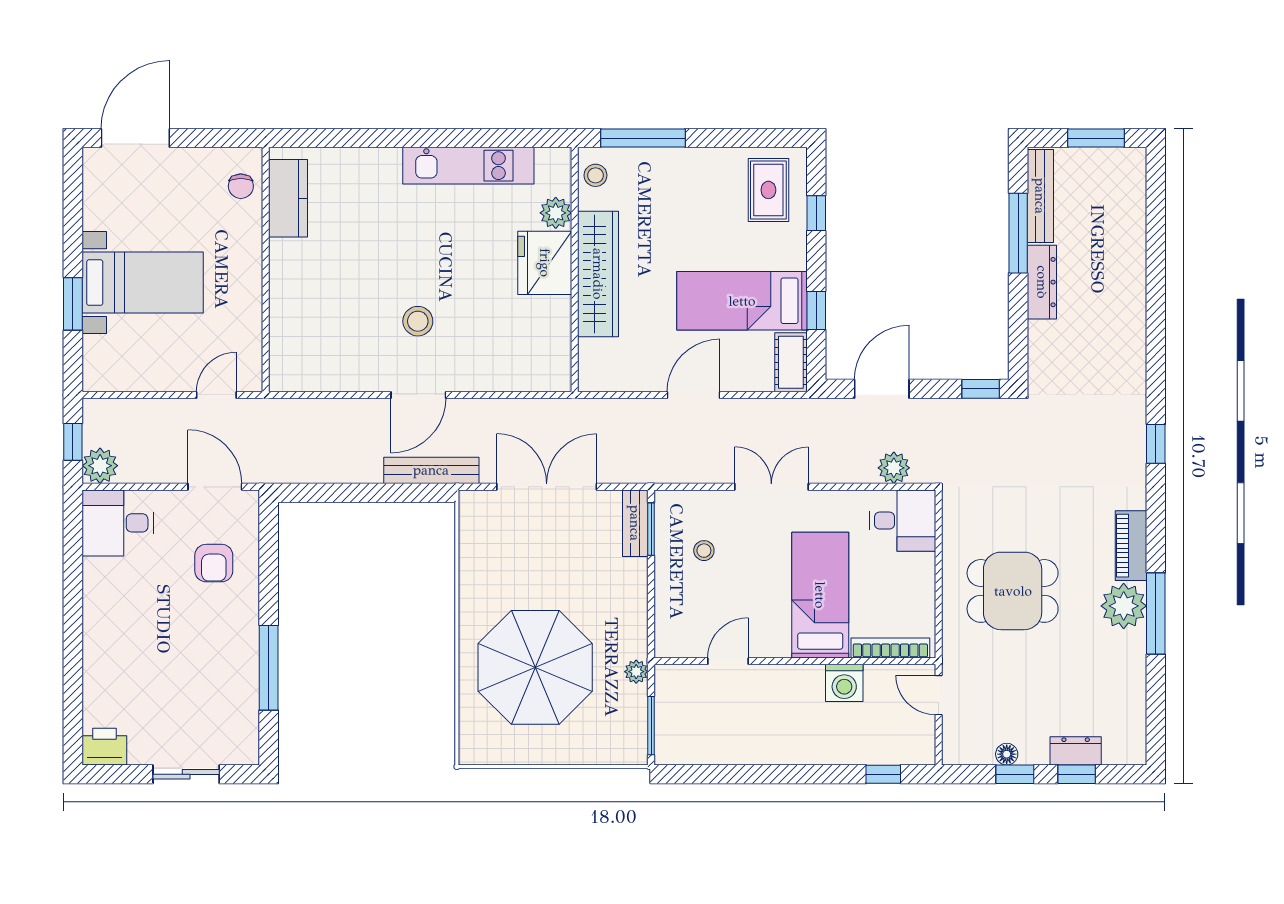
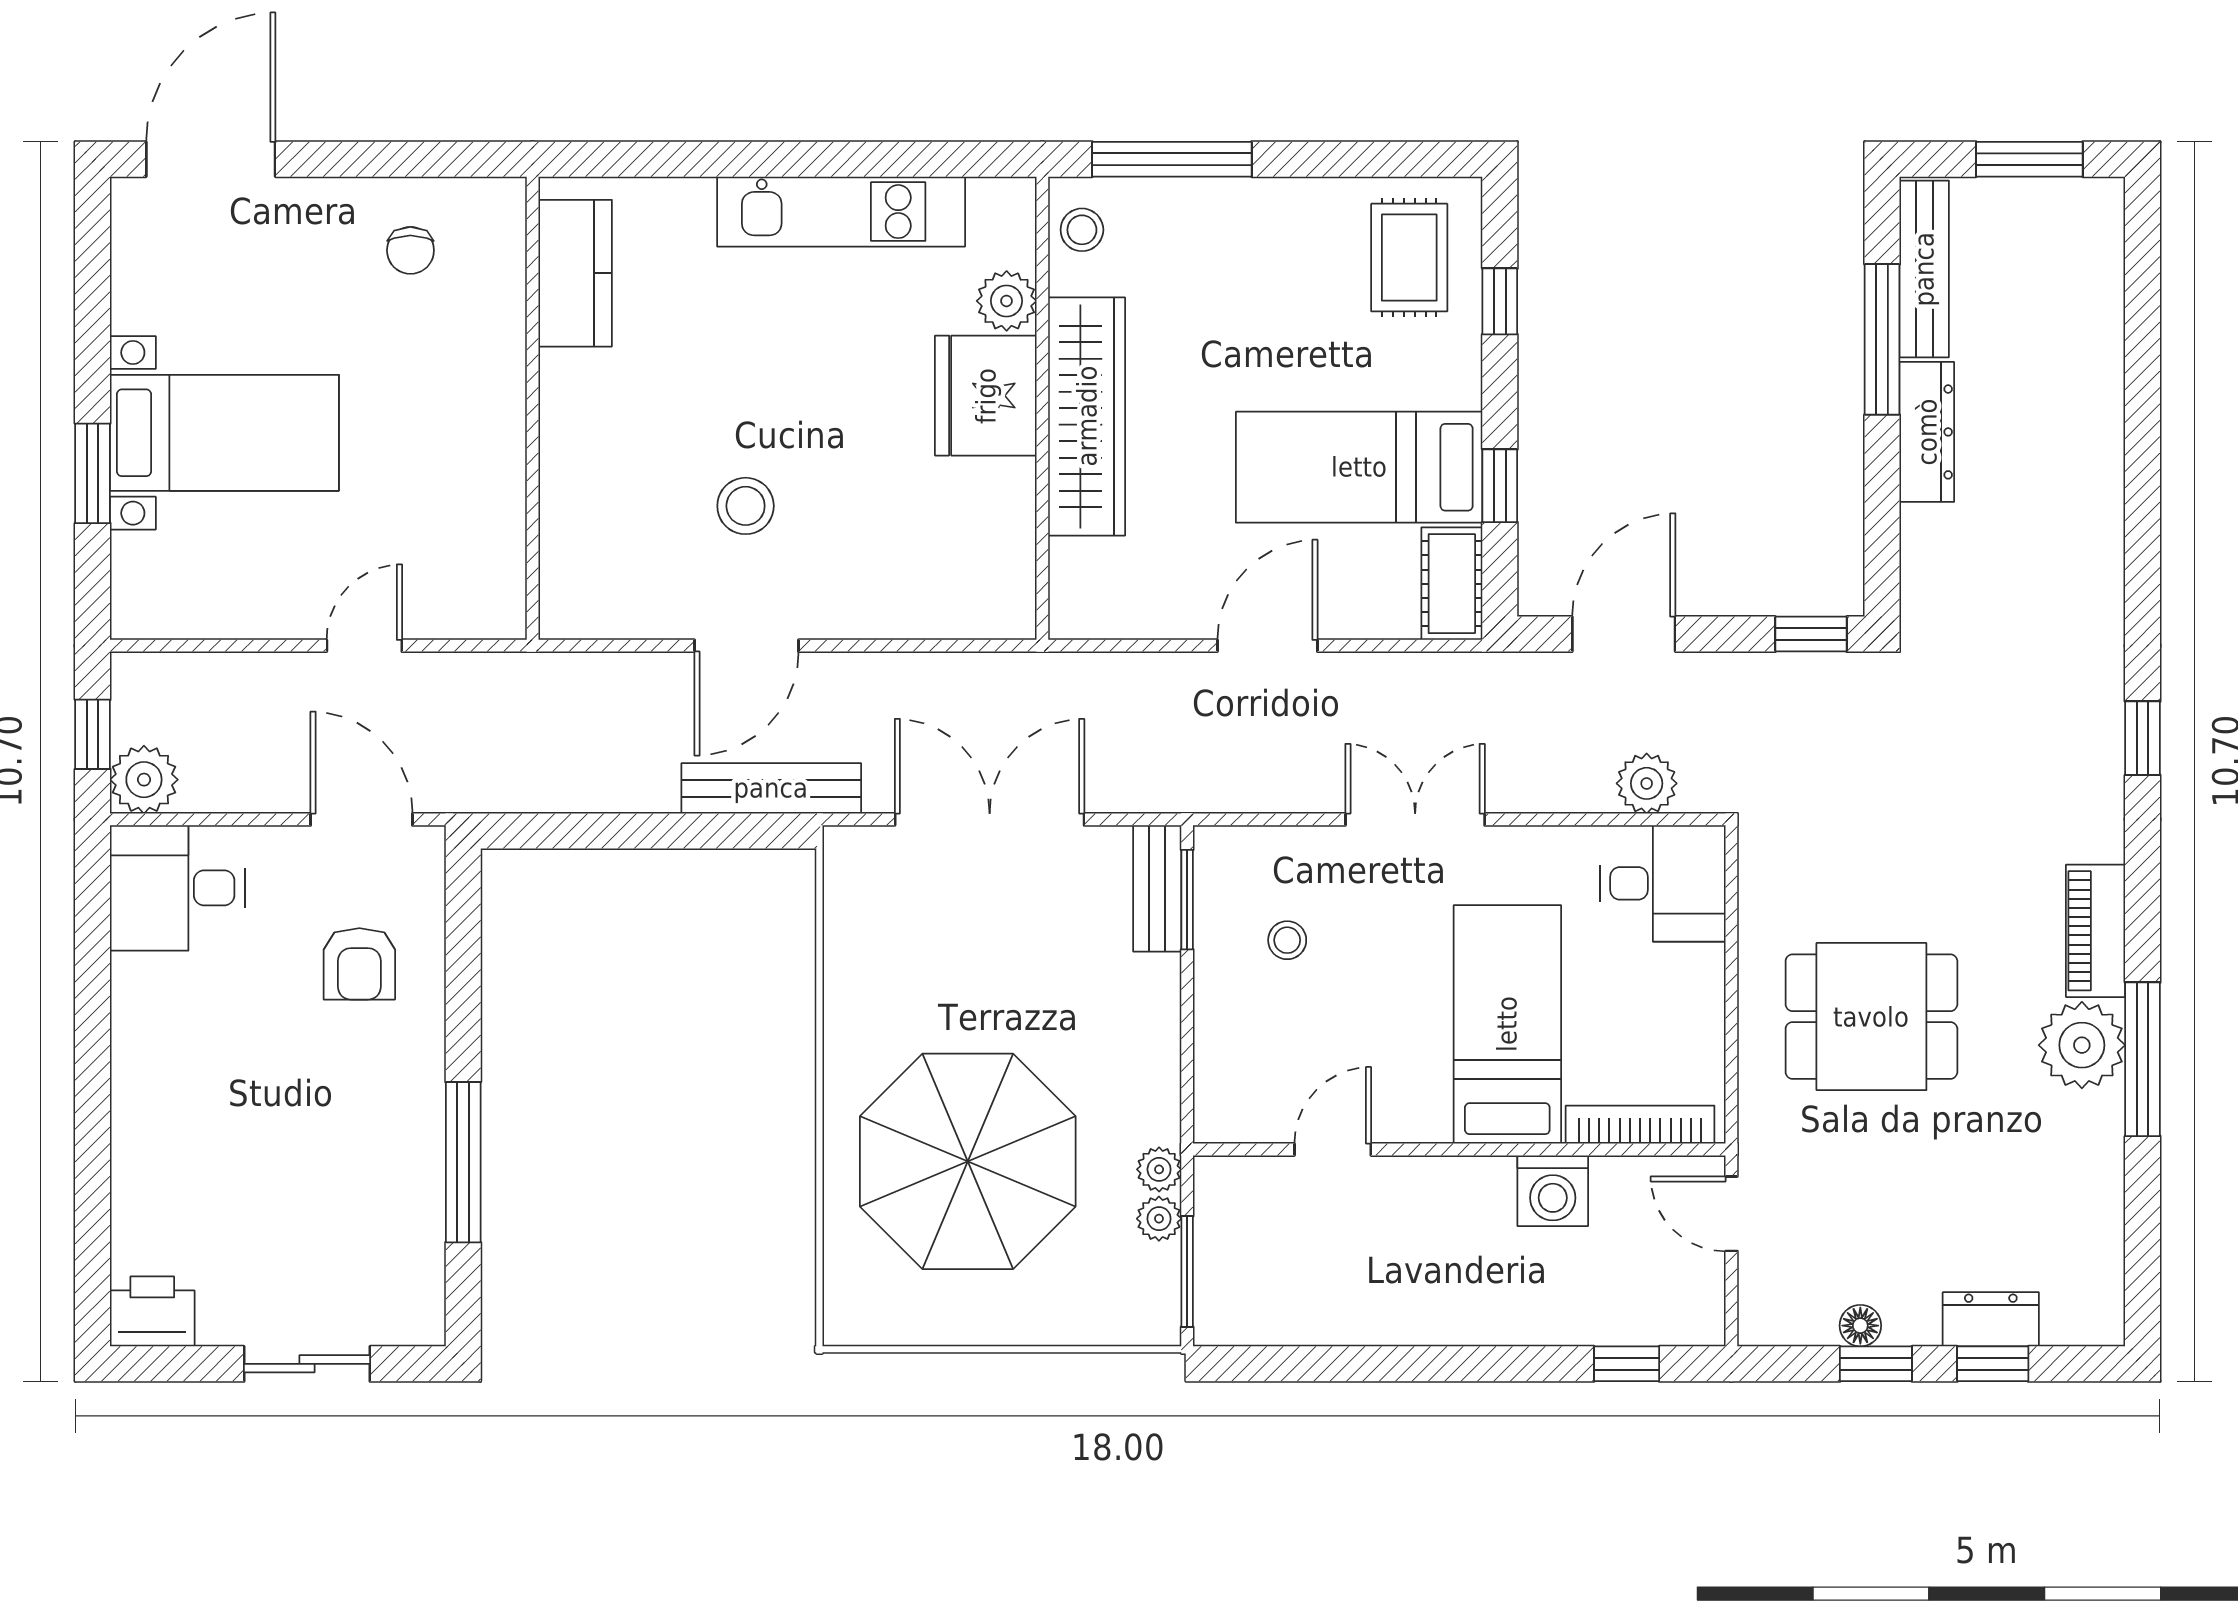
kitchen counter: (288, 198) -> (575, 273), moved
wall: (266, 270) -> (533, 408), moved
plant: (636, 698) -> (1159, 1219), added

